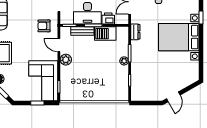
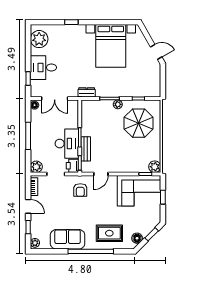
printer: (108, 19) -> (72, 166), moved
barbecue: (105, 34) -> (89, 125), removed
bed with nightstands: (179, 37) -> (111, 46), moved
plant: (66, 60) -> (155, 167), moved
parasol: (107, 80) -> (139, 123), added

